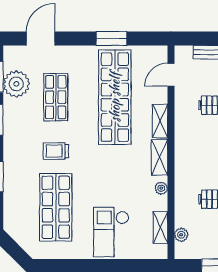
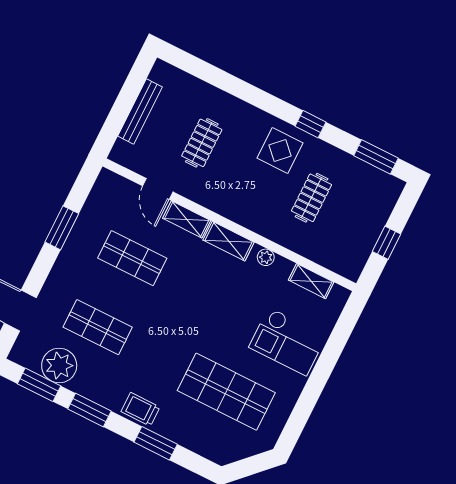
door: (171, 75) -> (158, 189), moved
shop shelf: (115, 97) -> (132, 258), width x0.50, depth x0.74
trolley: (56, 151) -> (140, 409), moved, turned 90
plant: (181, 235) -> (332, 261), removed

